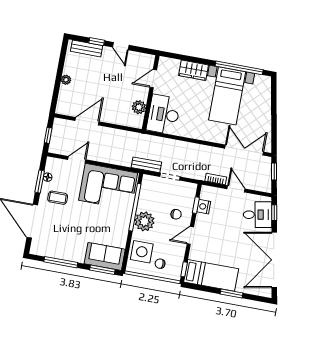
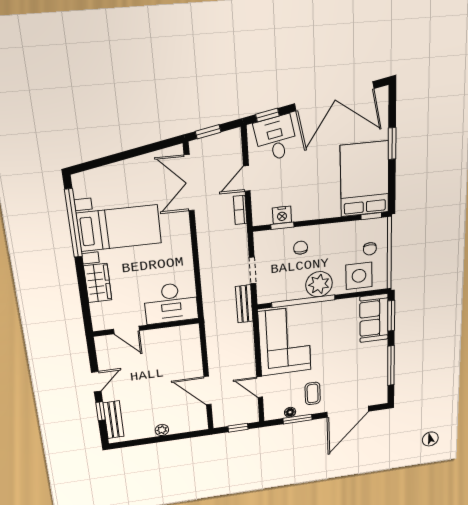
plant: (139, 107) -> (170, 336), removed
door: (190, 235) -> (325, 221), removed
bed: (211, 275) -> (365, 179), width x1.50

